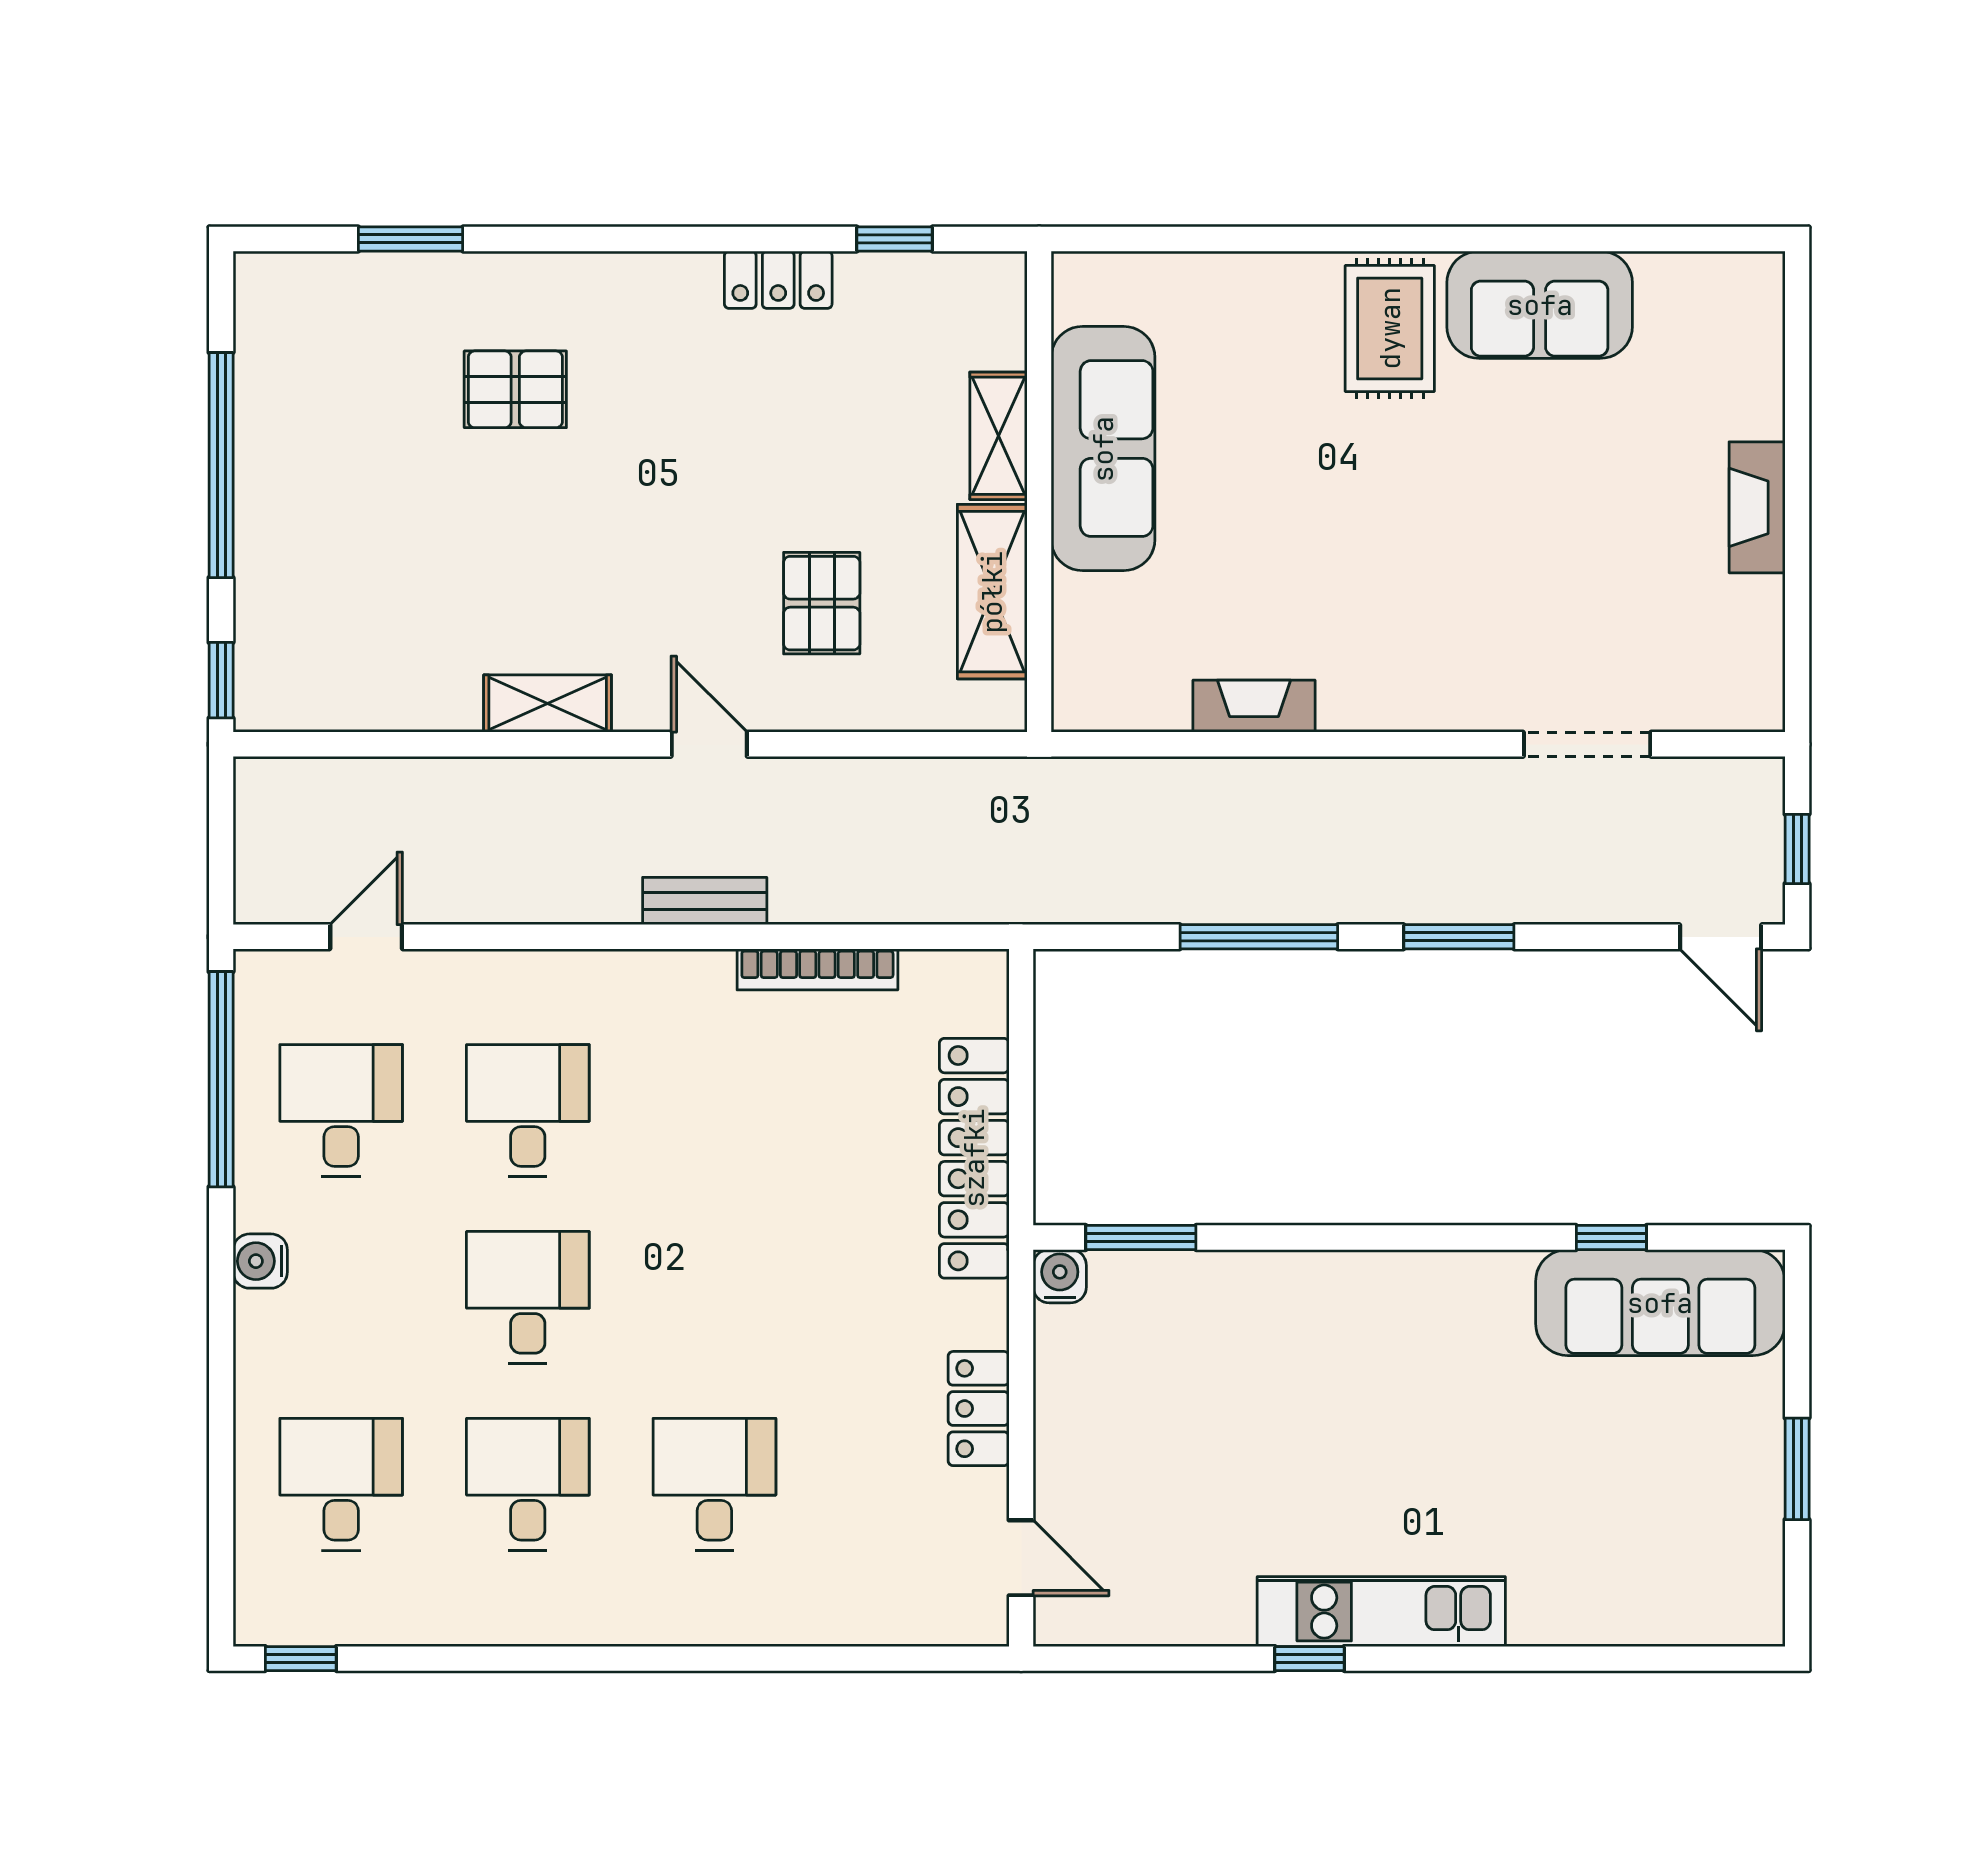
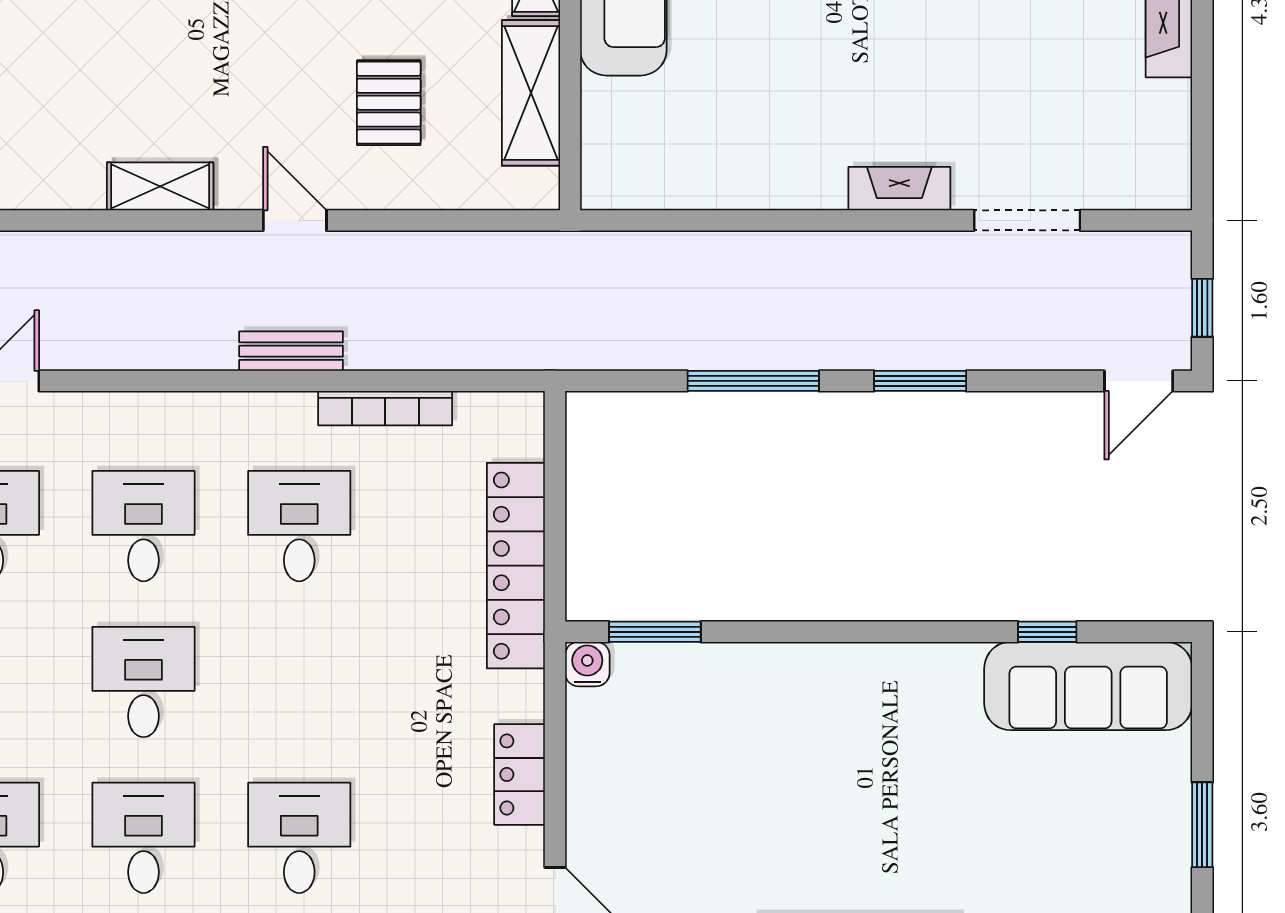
fireplace: (1254, 706) -> (899, 189), moved
door: (1721, 937) -> (1139, 381), hinge flipped
desk: (714, 1111) -> (299, 526), added

